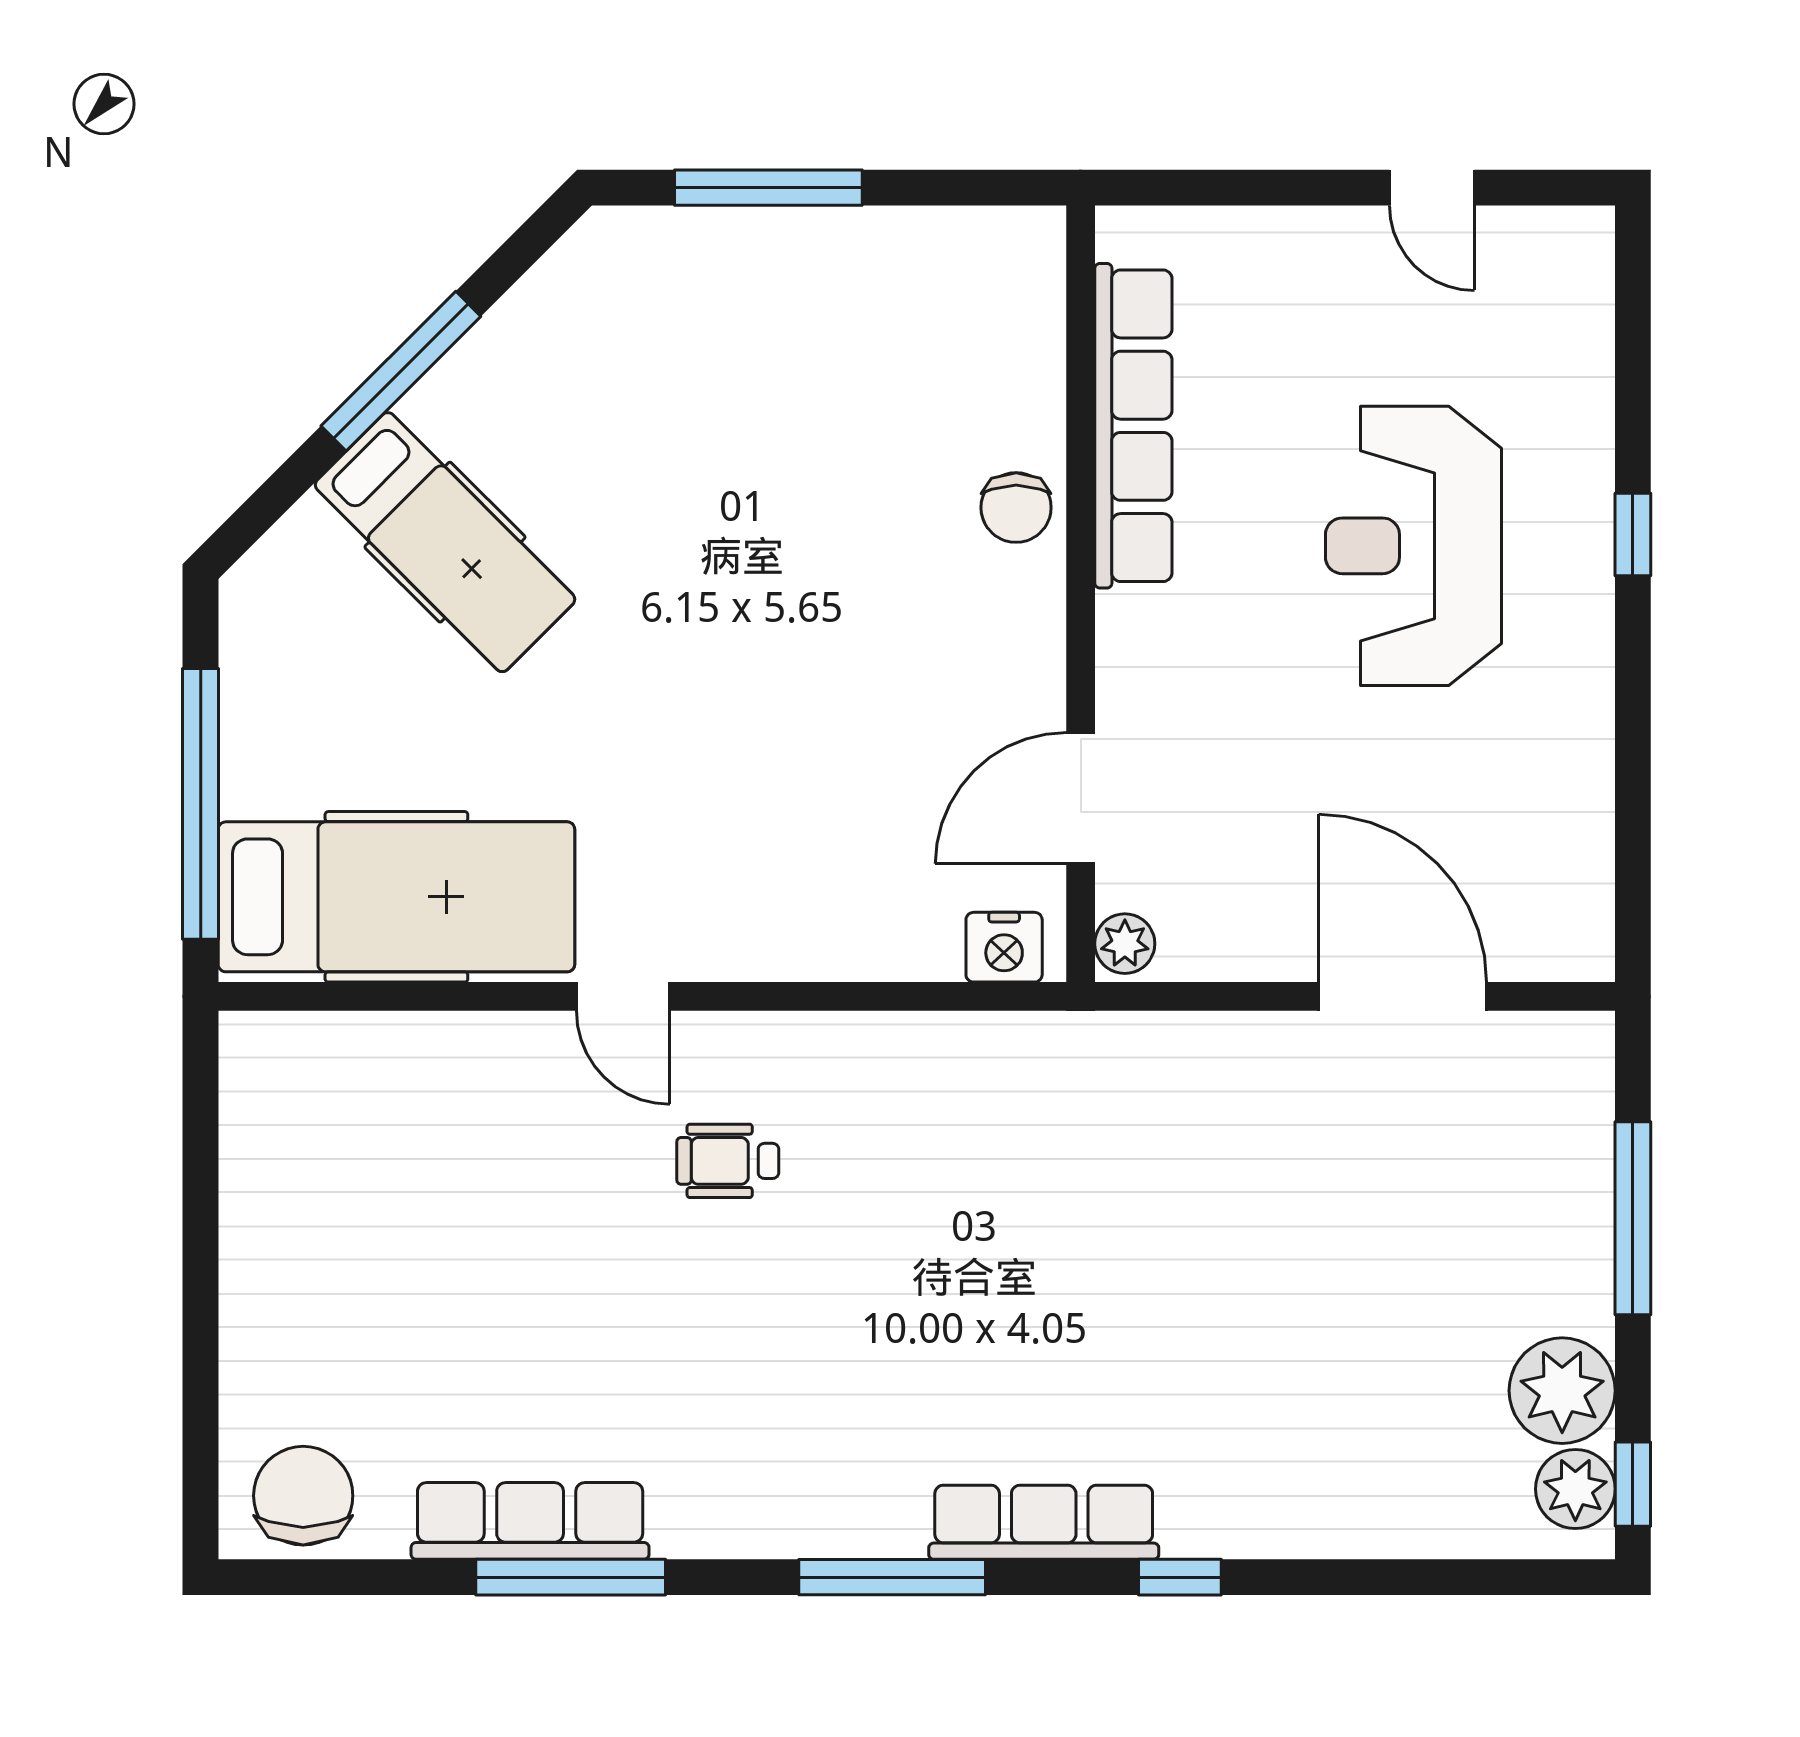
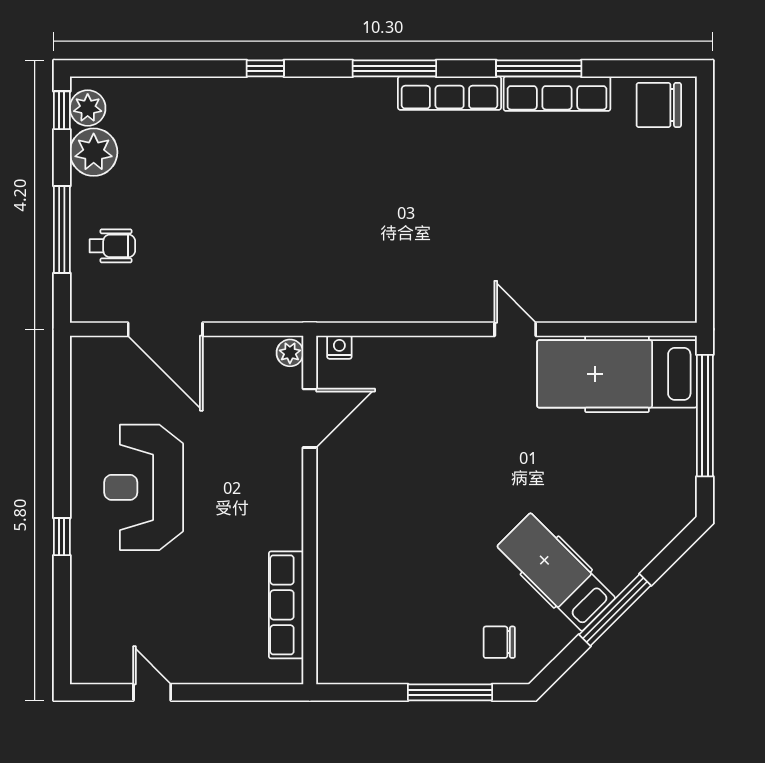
row of seats: (1133, 426) -> (286, 605), width x0.73
chair: (1016, 508) -> (499, 642), moved, turned -90
hospital bed: (445, 542) -> (556, 572), moved
reception desk: (1413, 546) -> (144, 487), moved, turned 180
nightstand: (1004, 947) -> (339, 347), width x0.72, depth x0.74
wheelchair: (728, 1161) -> (112, 246), moved
chair: (303, 1496) -> (659, 105), turned 90
row of seats: (1044, 1522) -> (450, 93), moved

